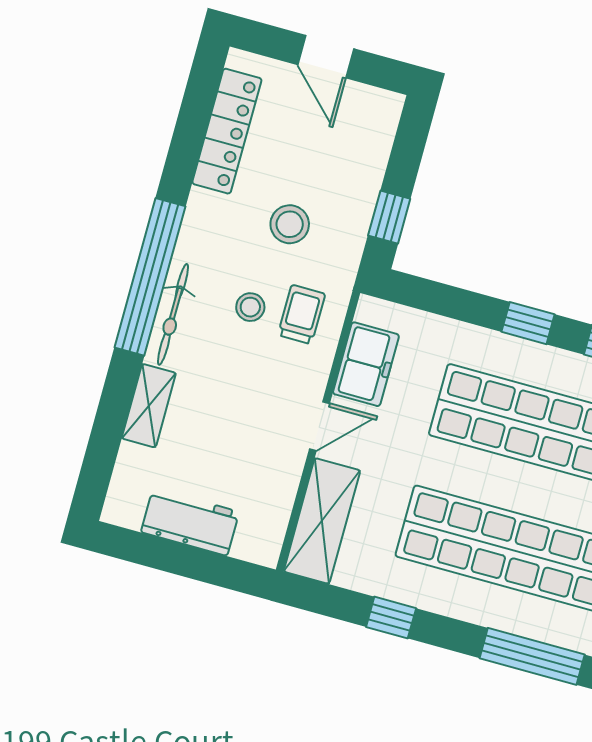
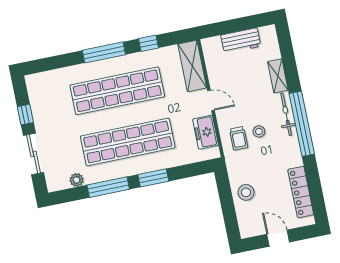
window: (389, 217) -> (225, 191), removed
stool: (290, 224) -> (246, 192), moved
window: (528, 323) -> (153, 178), width x1.50
door: (319, 426) -> (211, 101), swing flipped
window: (532, 656) -> (104, 52), moved

